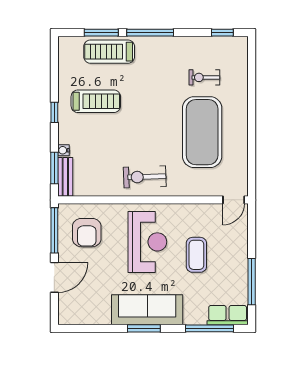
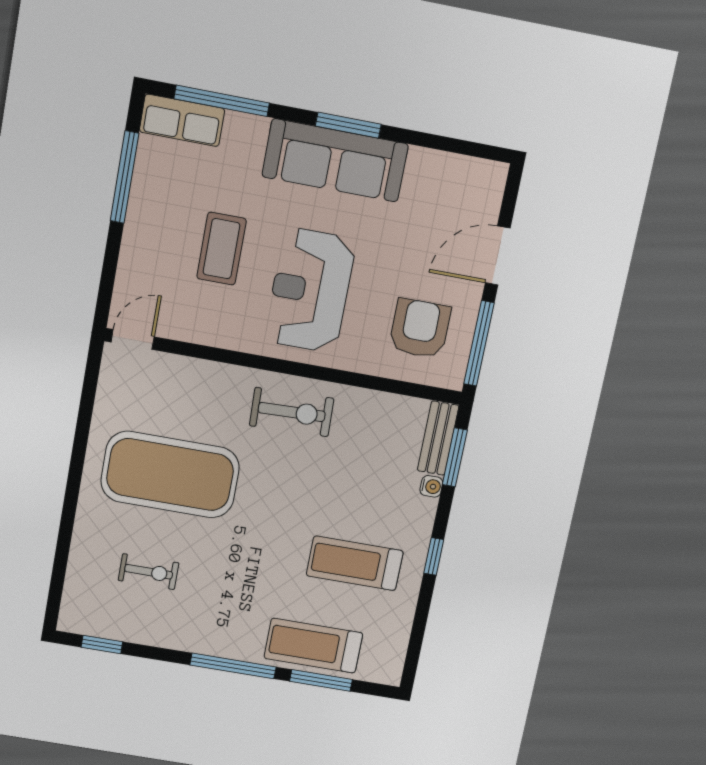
treadmill: (109, 52) -> (313, 646), turned 180
exercise mat: (202, 132) -> (170, 475), turned 90

